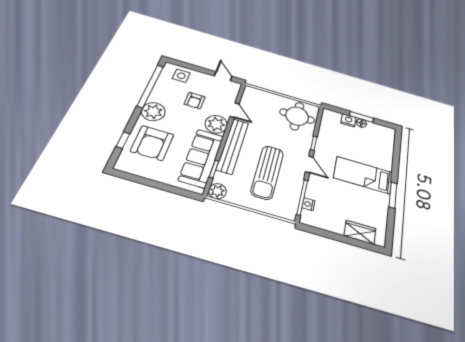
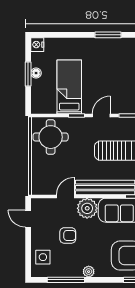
door: (223, 76) -> (28, 219), hinge flipped
window: (150, 86) -> (66, 280), width x0.68
plant: (153, 112) -> (89, 272), width x0.53, depth x0.53
nightstand: (349, 120) -> (37, 45), moved
bed: (363, 175) -> (69, 87), moved, turned 180

